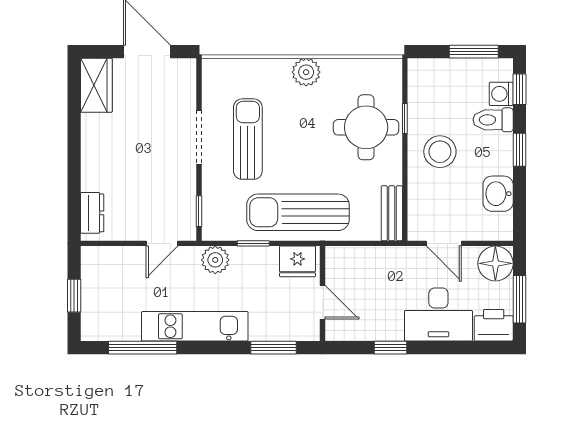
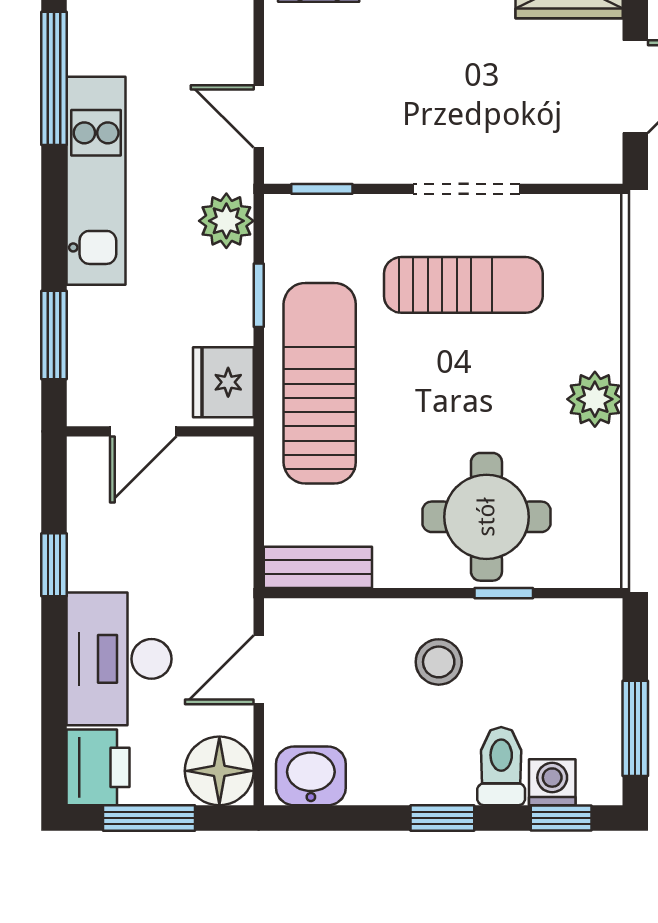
stool: (440, 152) -> (439, 662), width x0.73, depth x0.73
washbasin: (498, 194) -> (311, 776), moved

